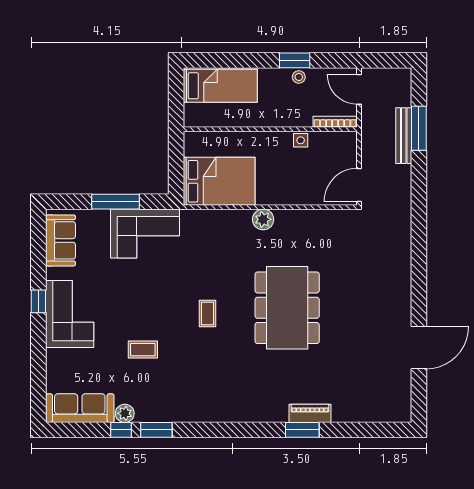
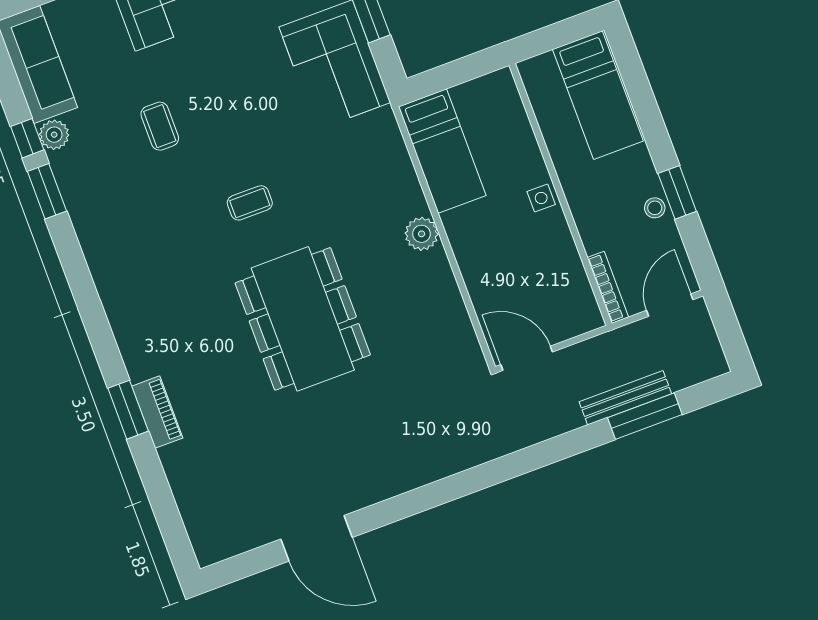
side table: (301, 140) -> (541, 198), moved
bed: (219, 181) -> (442, 151), width x0.67
dining table: (287, 308) -> (303, 319), turned 90

